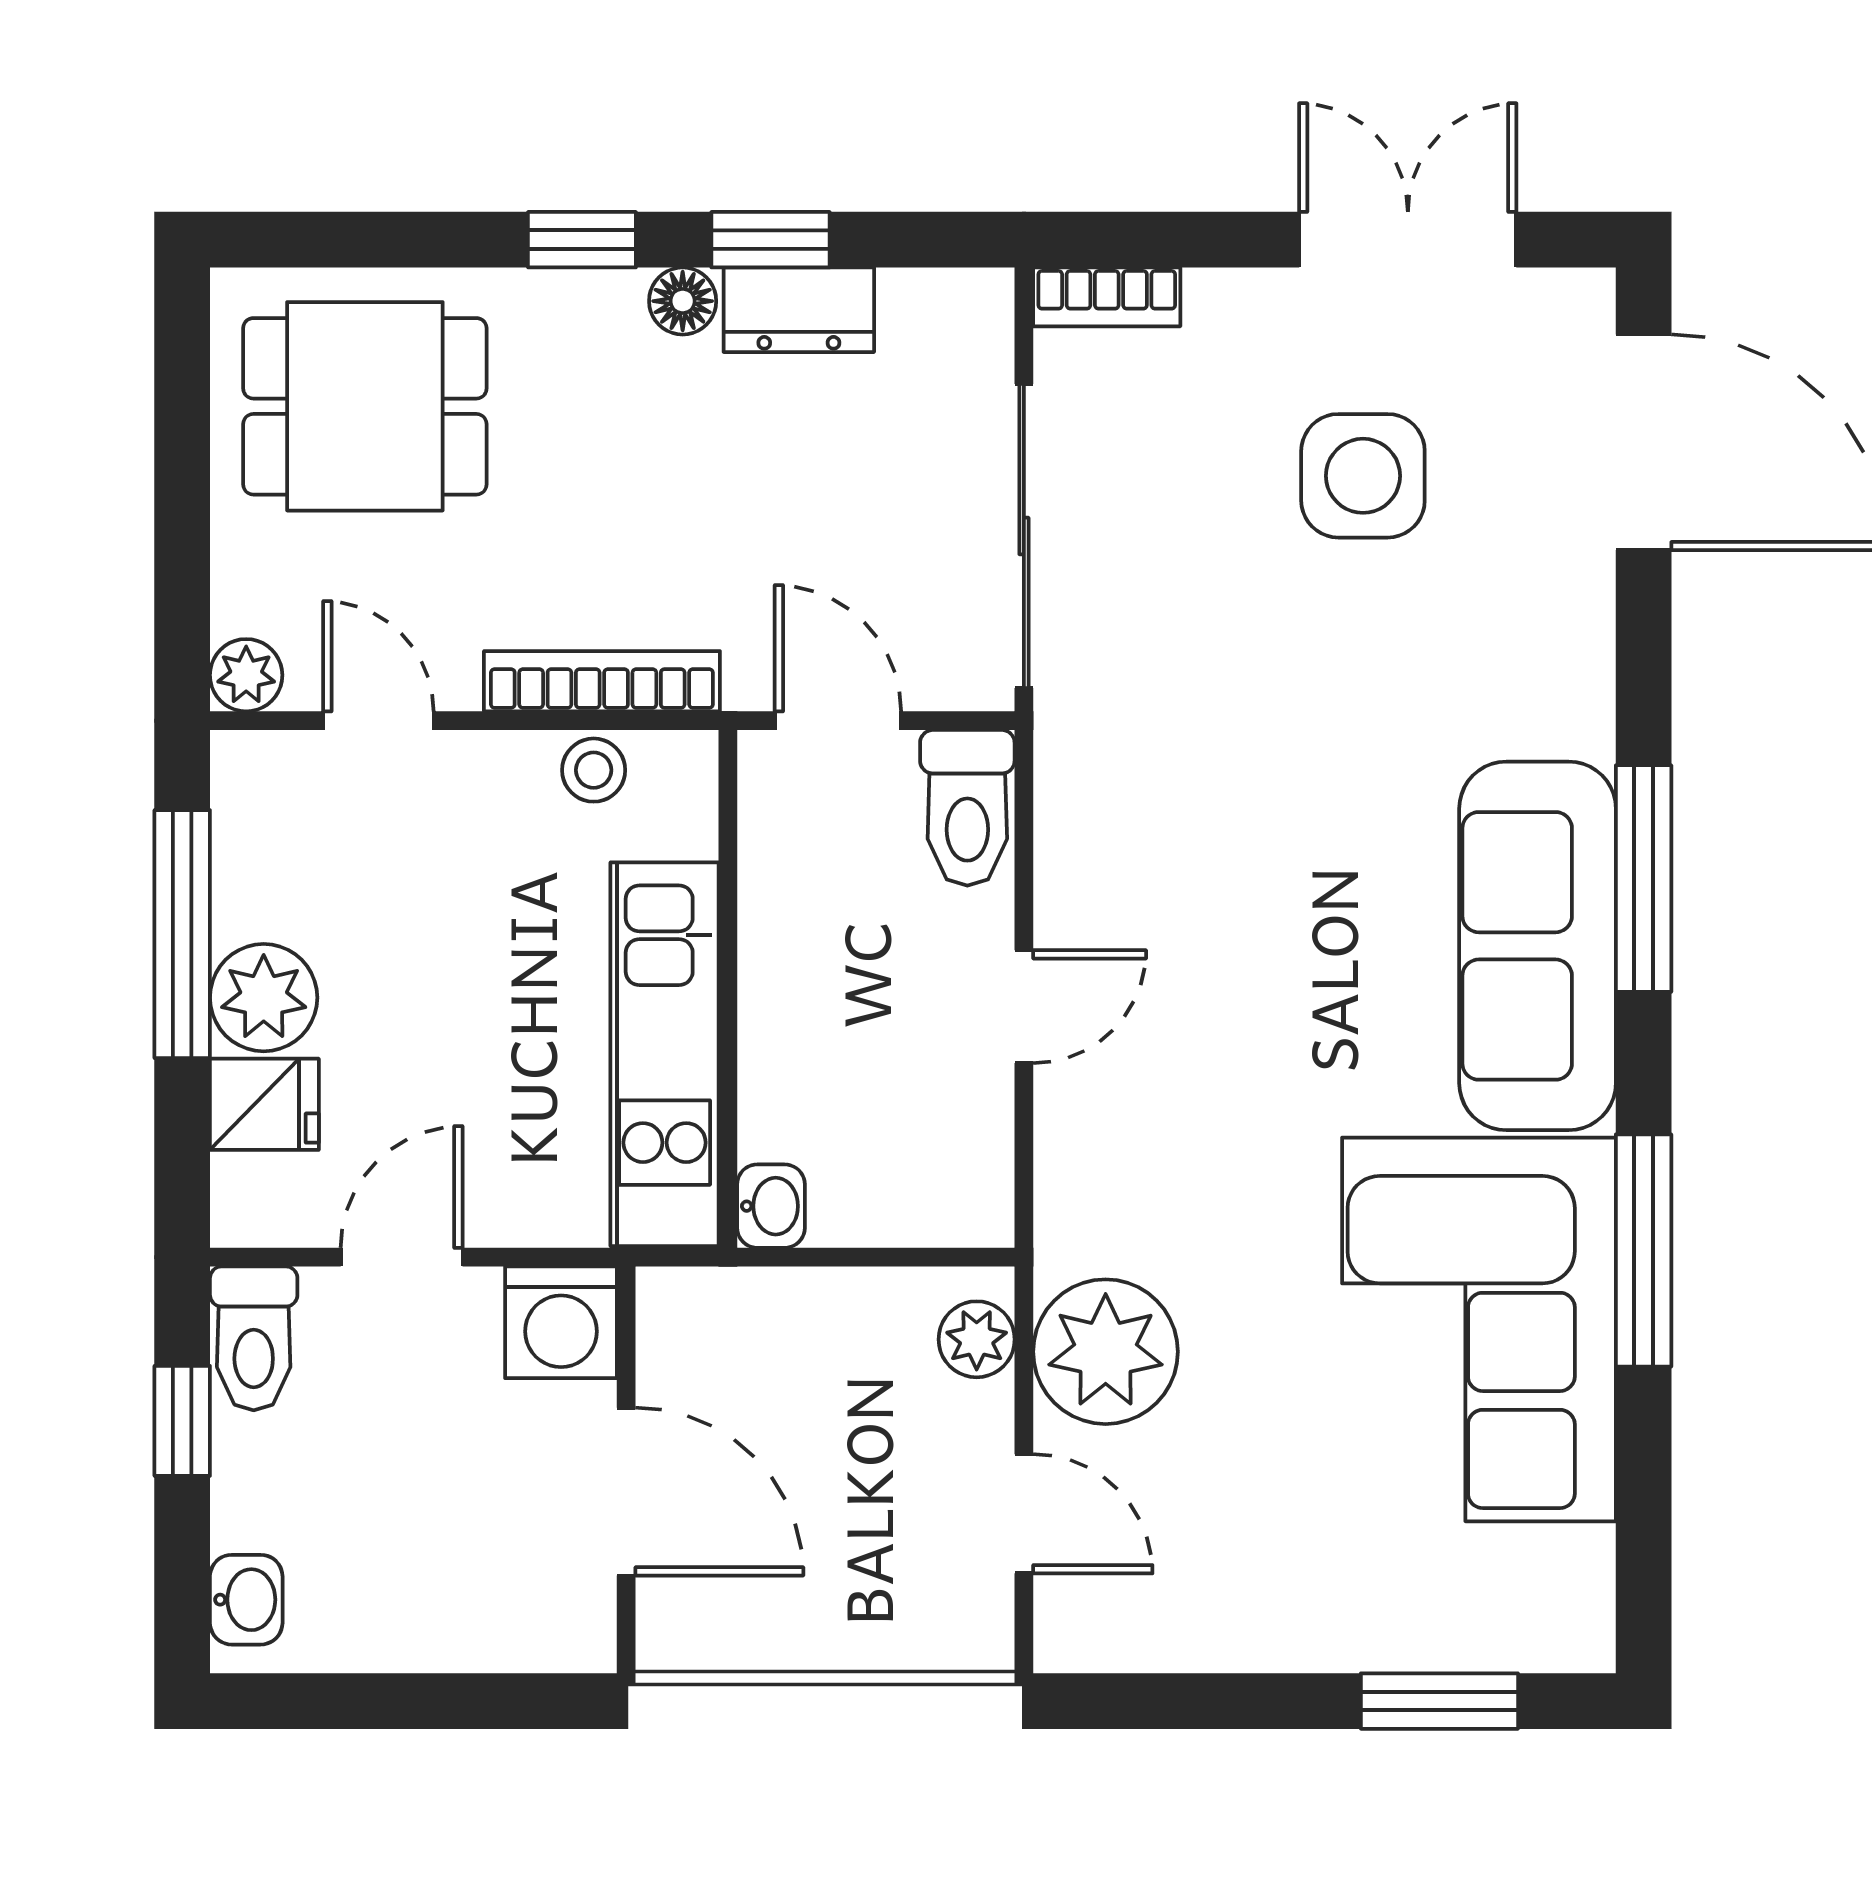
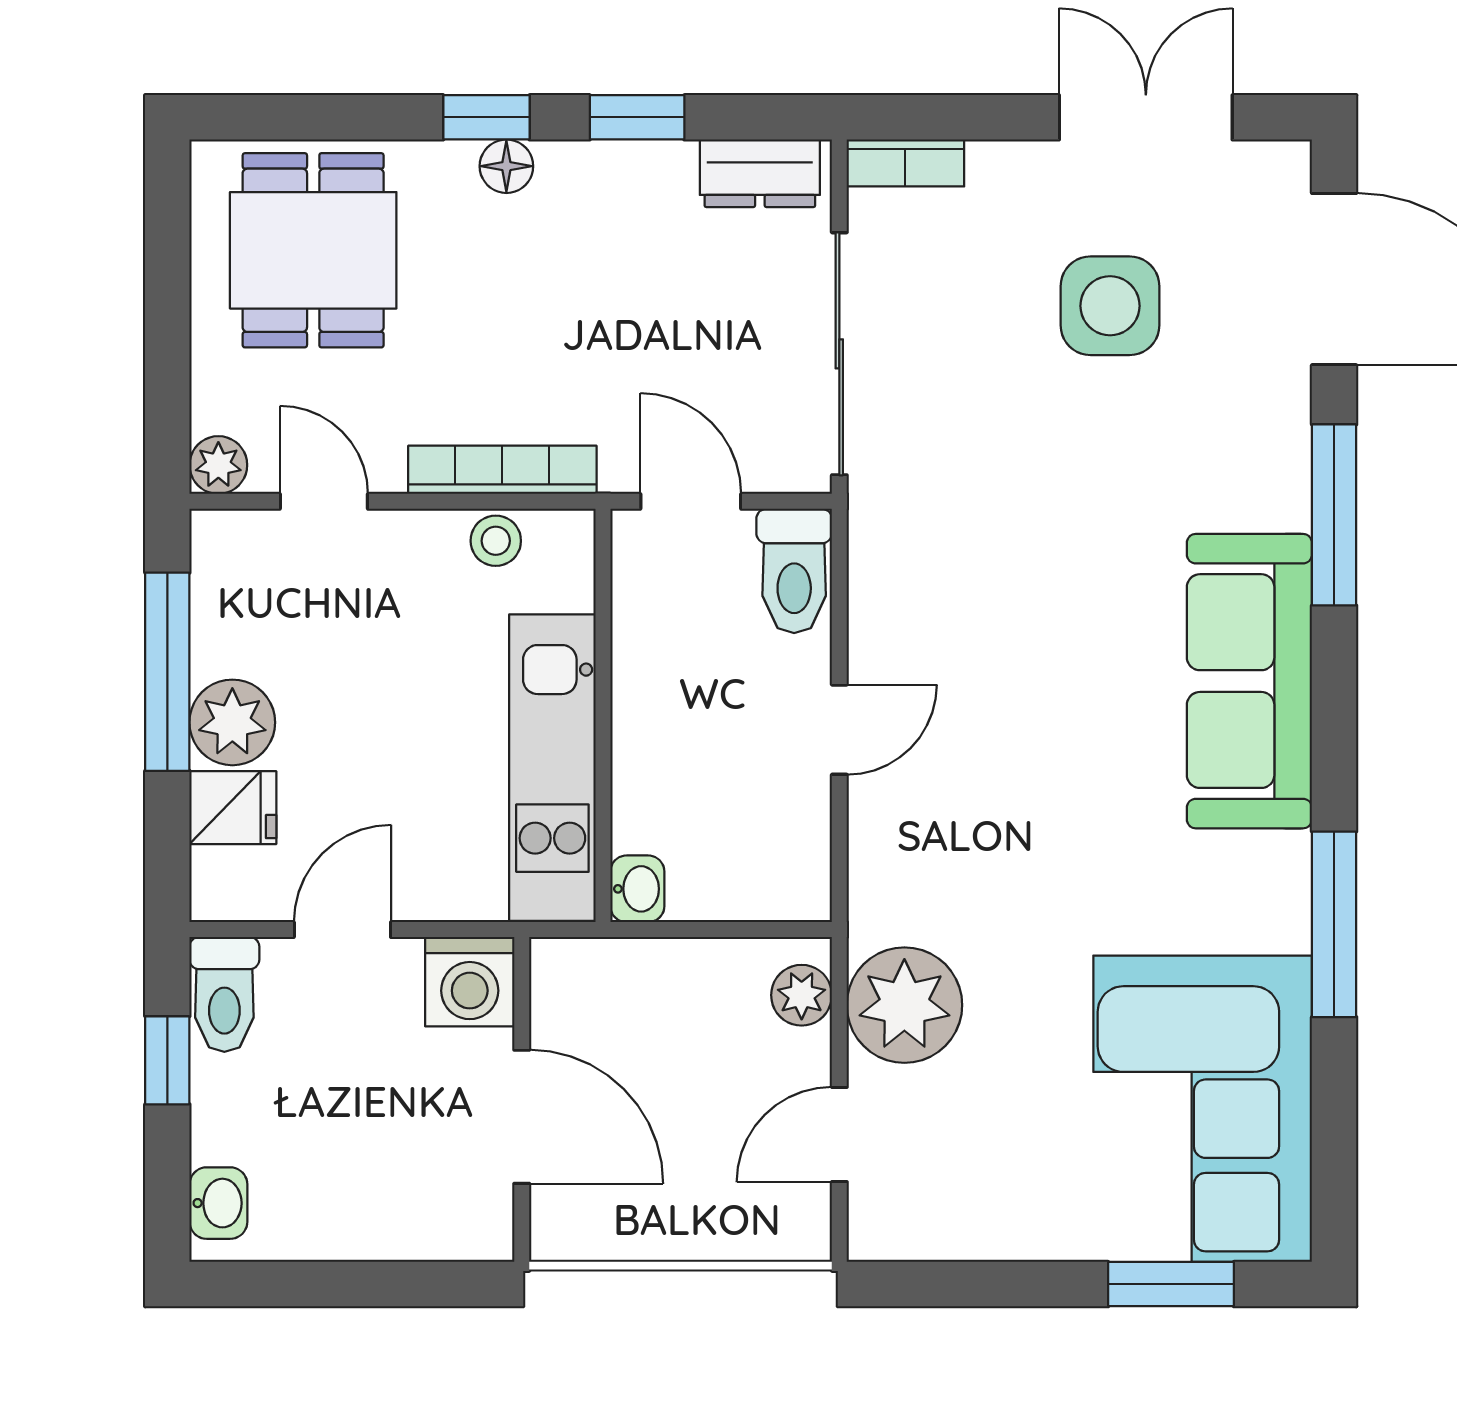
floor lamp: (683, 301) -> (506, 166), moved
dresser: (799, 310) -> (760, 173), moved
dining table: (365, 406) -> (313, 250), turned 90
window: (1644, 879) -> (1334, 515), moved
corner sofa: (1479, 1329) -> (1203, 1109), moved
door: (1024, 1514) -> (839, 1135), swing flipped

